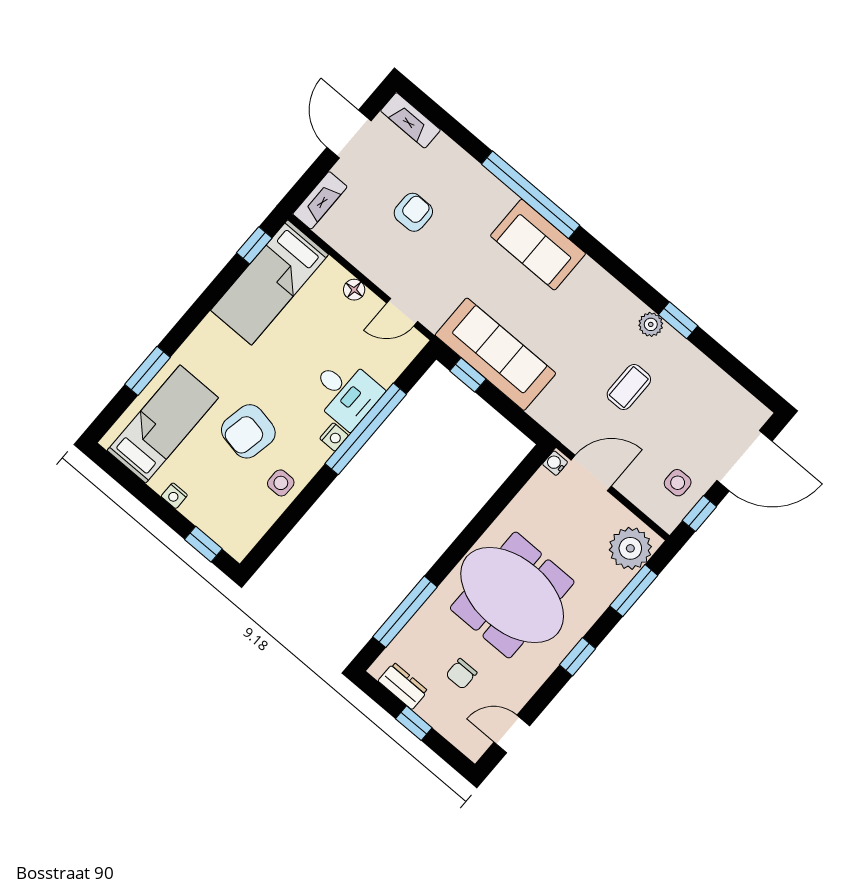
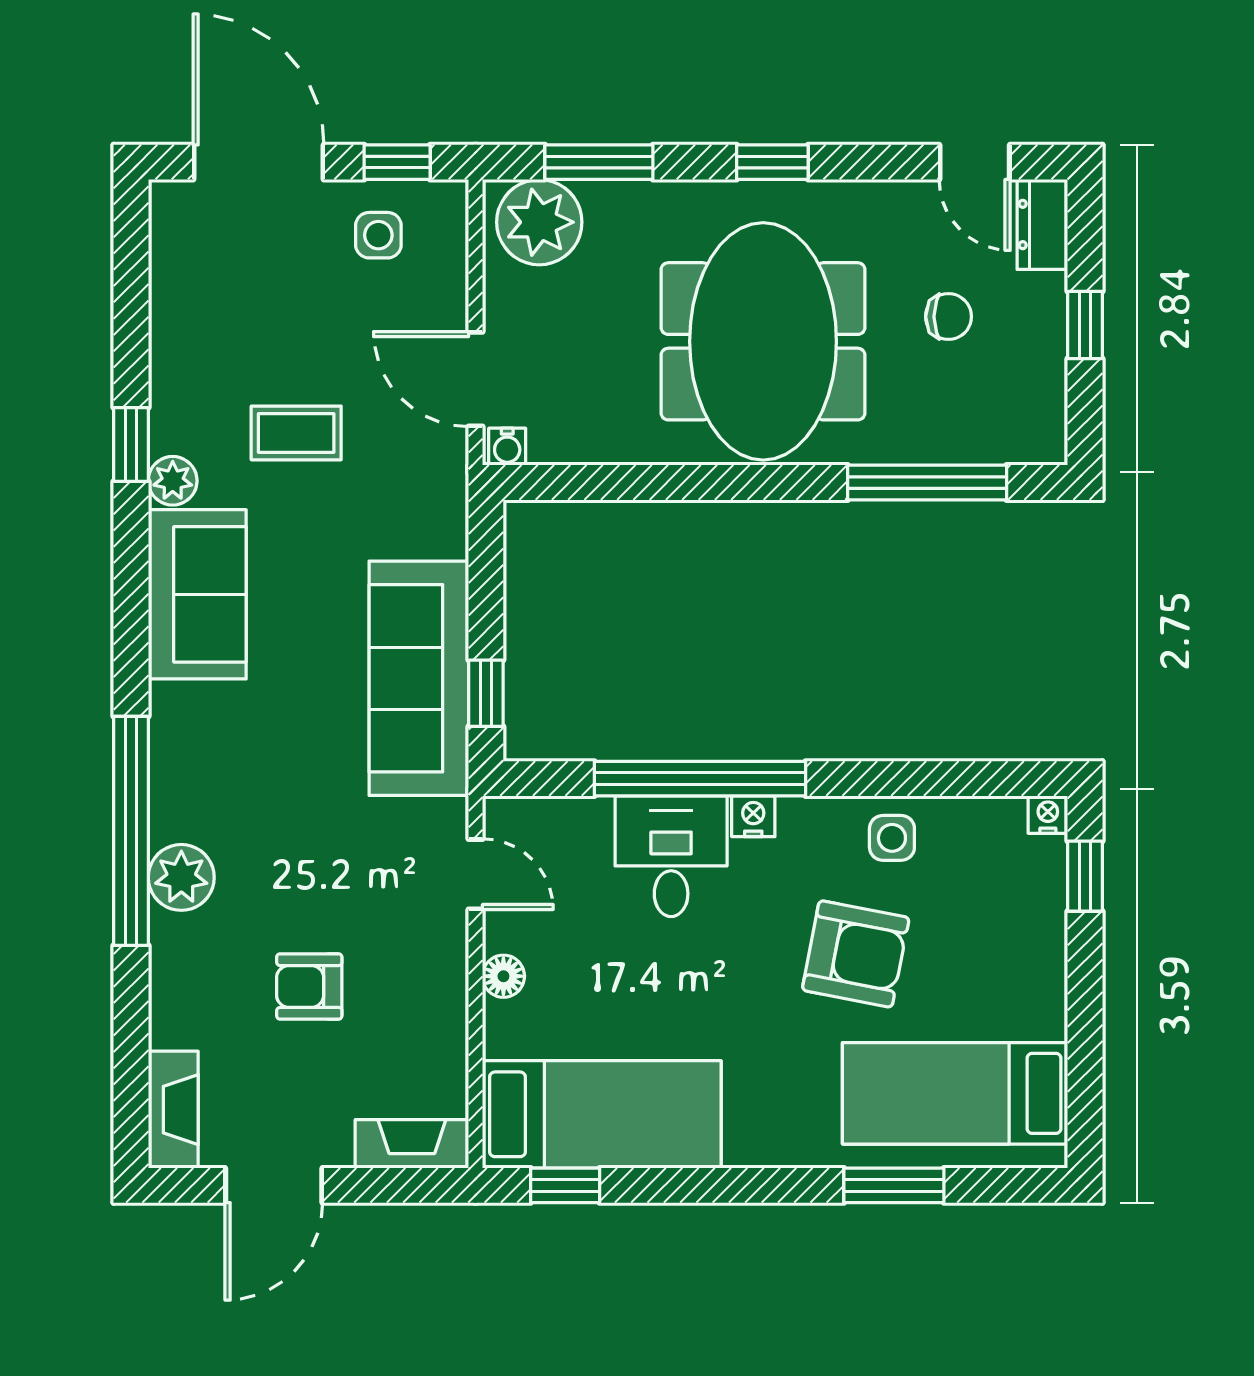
plant: (497, 199) -> (181, 877), added
sofa: (538, 245) -> (197, 594), moved
nightstand: (174, 496) -> (1048, 815), moved, turned -90
dresser: (403, 686) -> (1042, 224), moved

